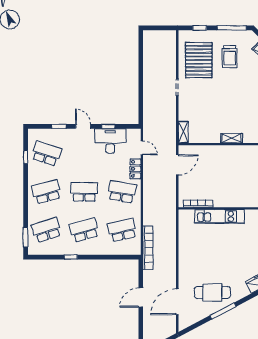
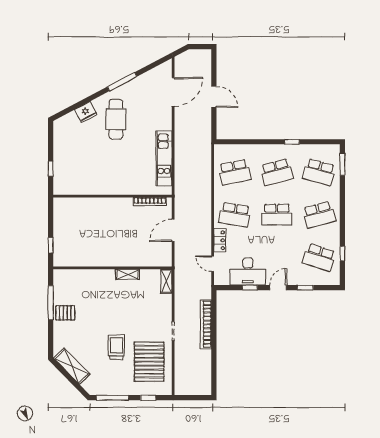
trolley: (230, 57) -> (116, 347), moved
door: (83, 126) -> (278, 288), swing flipped
shelving: (232, 138) -> (128, 274), moved
door: (177, 165) -> (173, 230), moved
kitchen unit: (219, 216) -> (164, 158), moved, turned -90
school desk: (46, 230) -> (319, 172), turned 33
bookcase: (148, 248) -> (206, 324), moved
cafe table: (212, 293) -> (116, 119), moved, turned 90
door: (141, 297) -> (214, 97), hinge flipped

